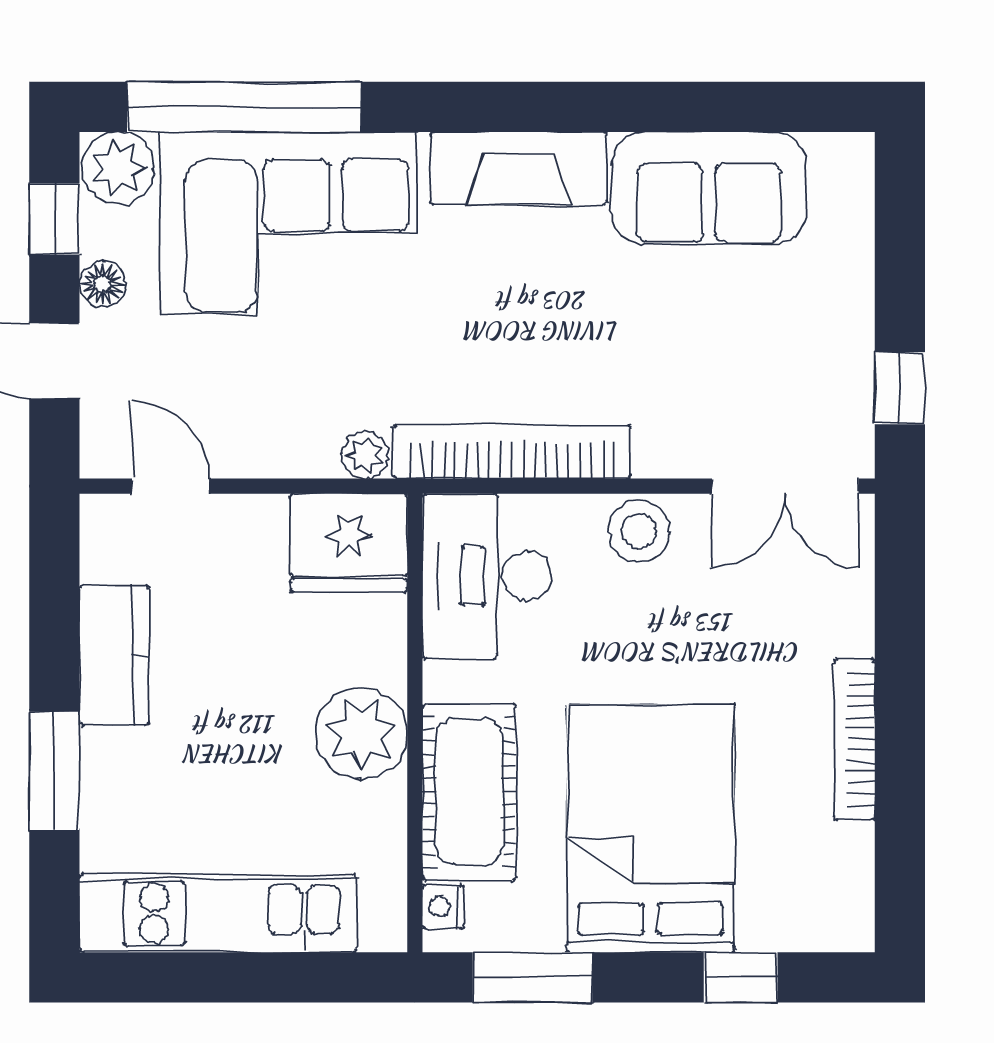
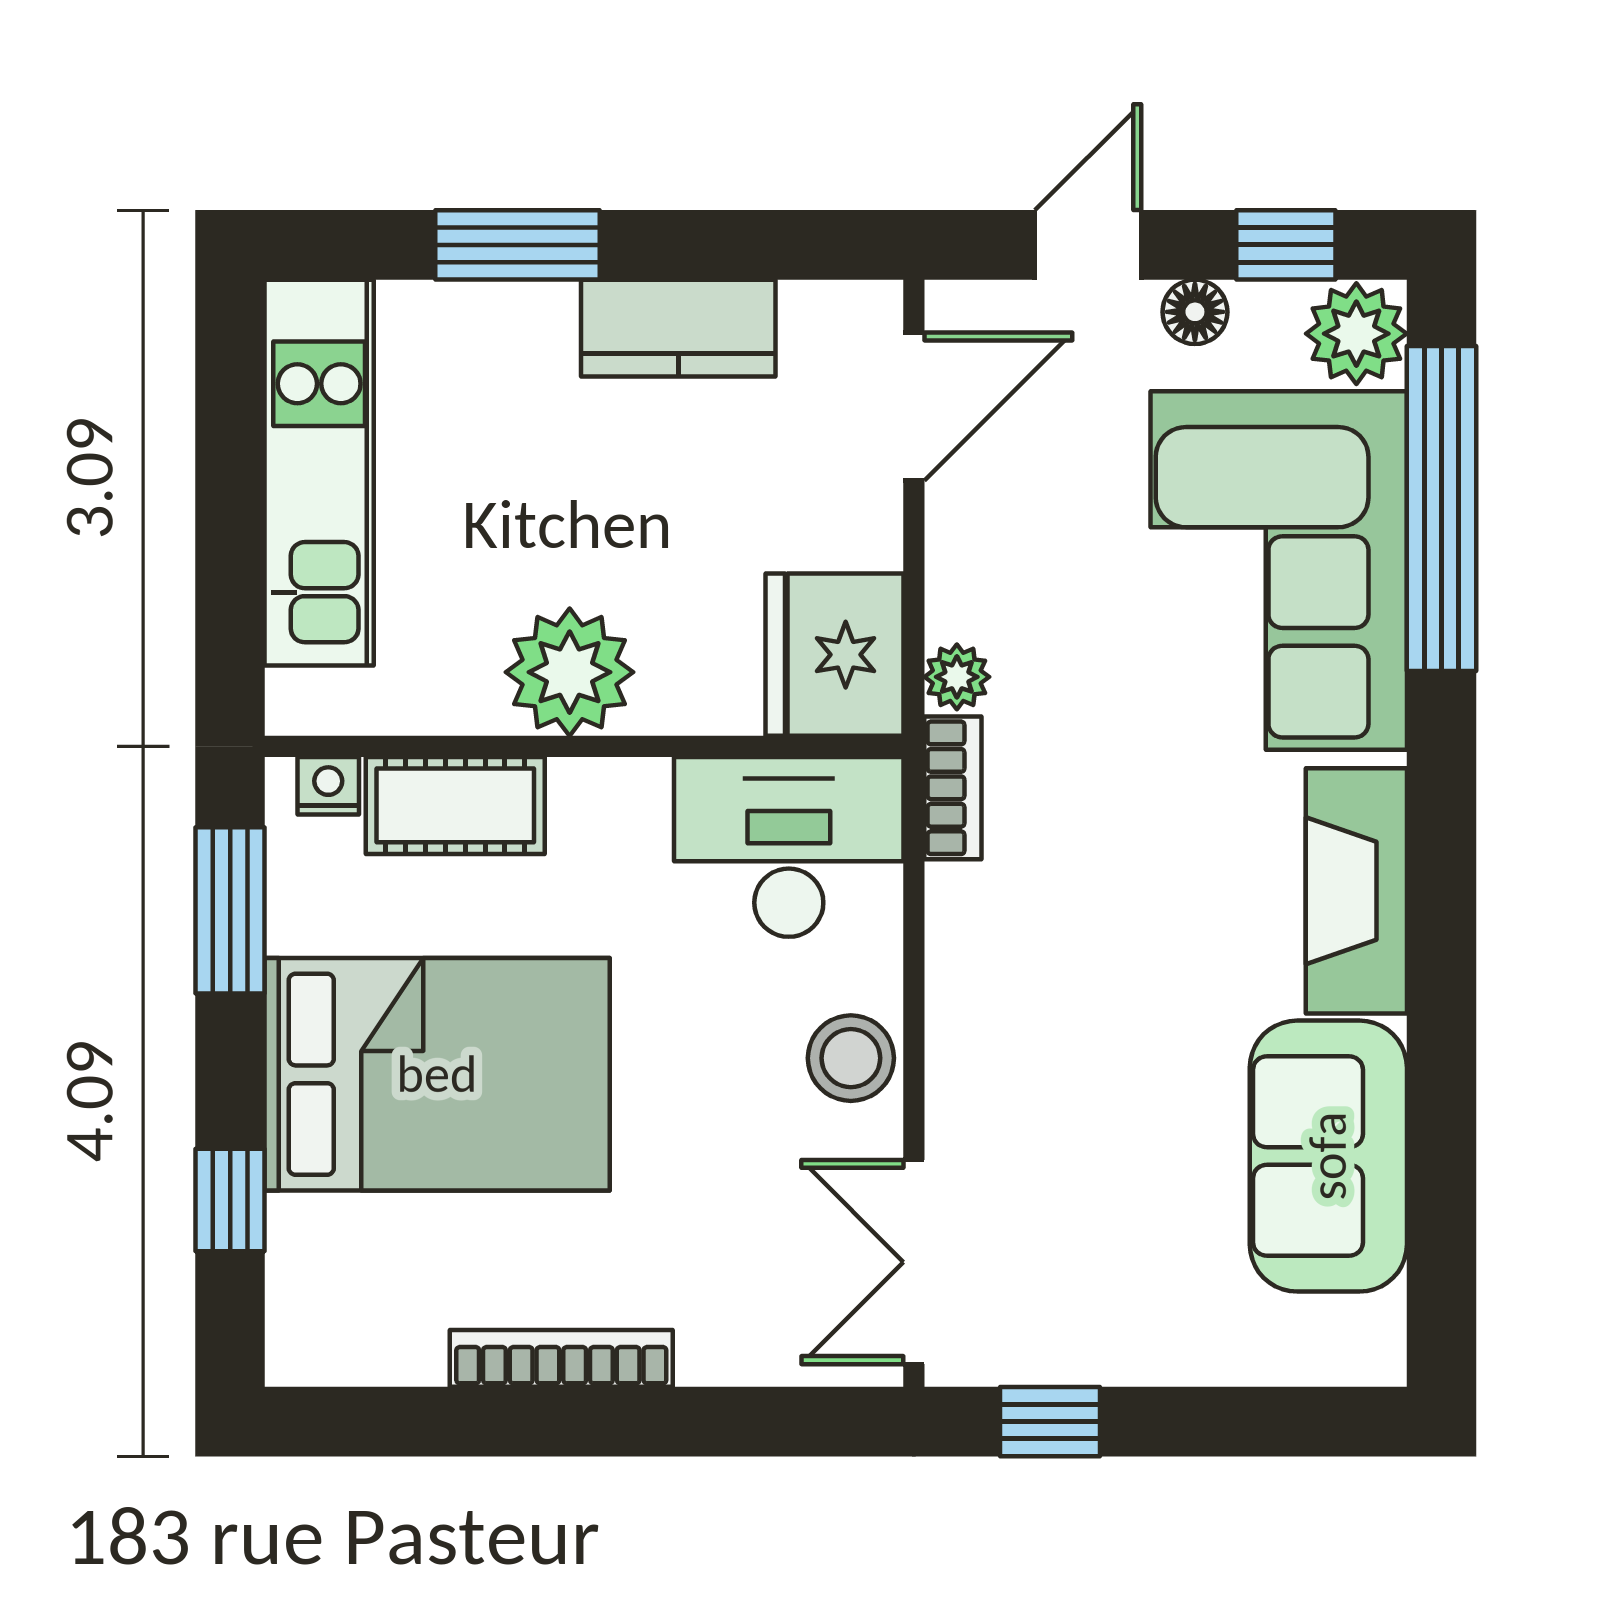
bookcase: (512, 452) -> (953, 788), width x0.43, depth x0.76
door: (171, 486) -> (914, 407), width x1.38
cot: (469, 792) -> (455, 805), width x0.73, depth x0.75

